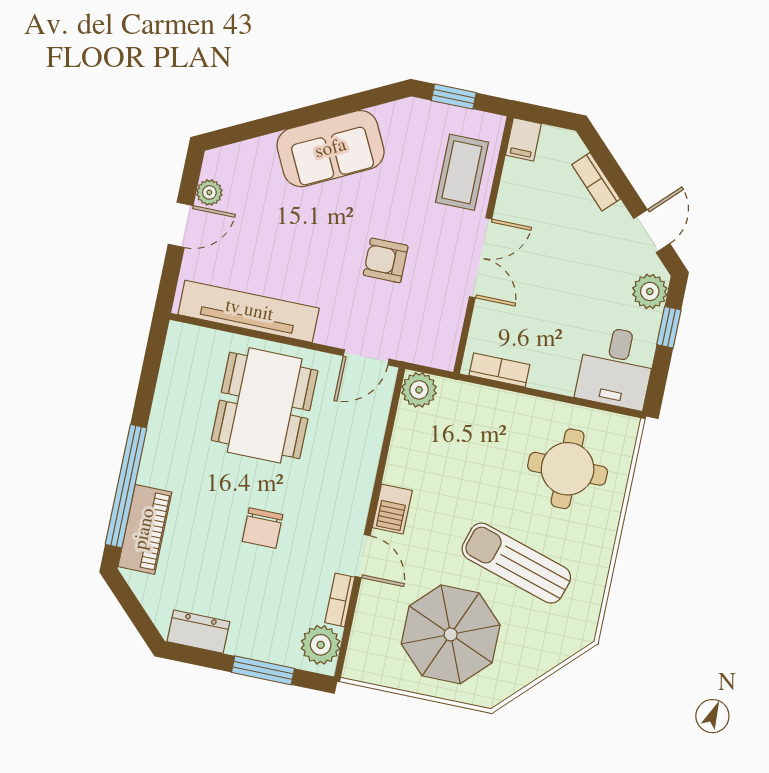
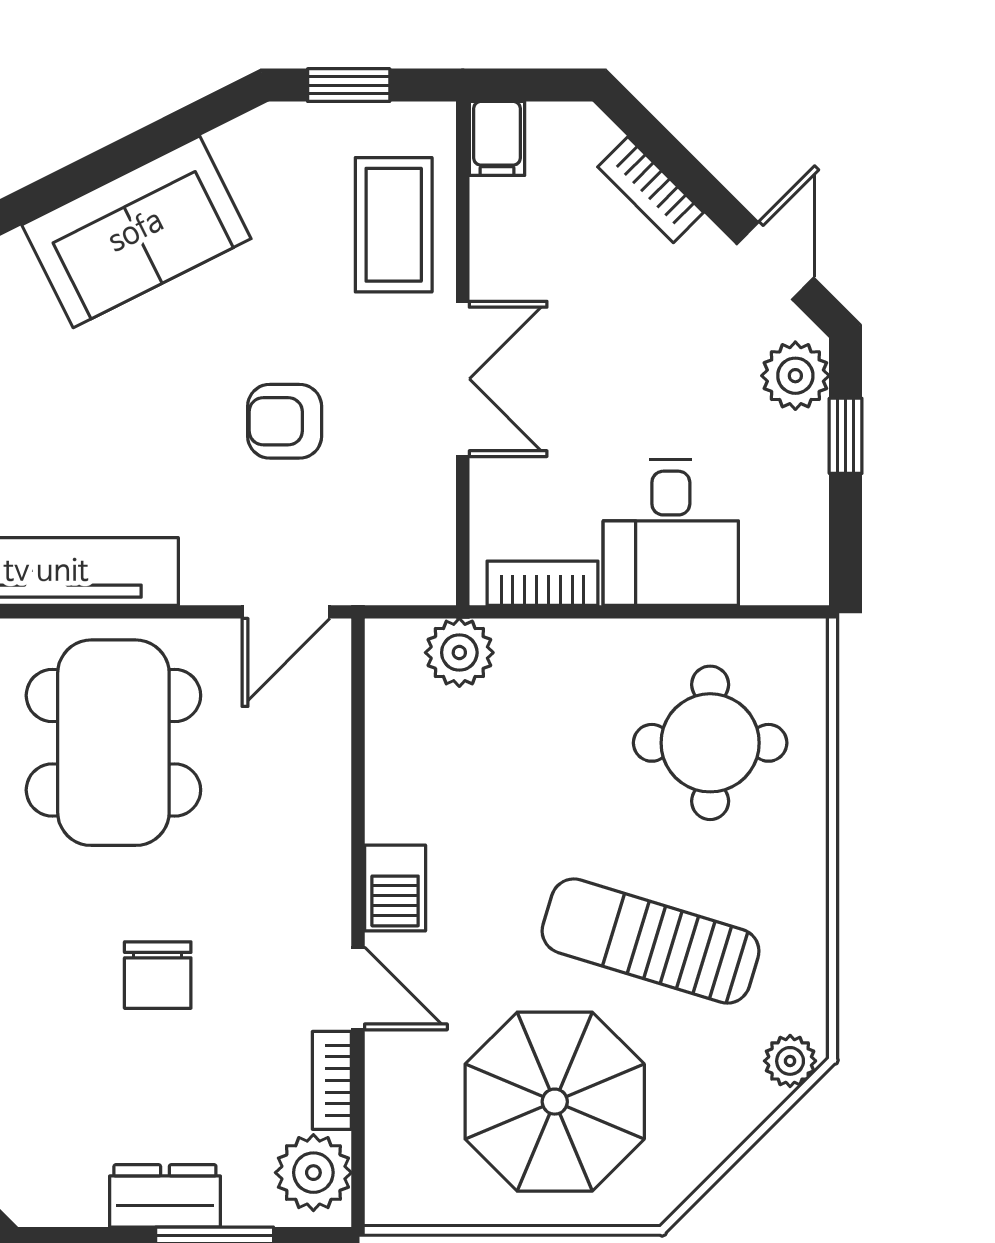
desk: (616, 367) -> (671, 532), moved
plant: (419, 390) -> (459, 653), moved
dresser: (198, 632) -> (165, 1196), moved
plant: (574, 639) -> (790, 1061), added

